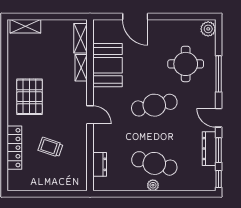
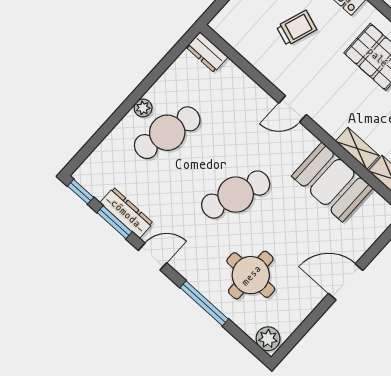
door: (135, 17) -> (346, 282), moved
cafe table: (154, 105) -> (236, 195), turned 33
dresser: (100, 164) -> (207, 52), moved

